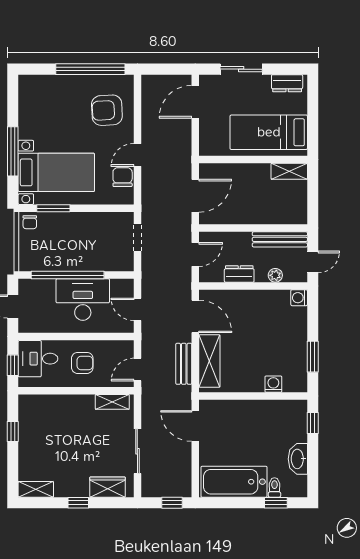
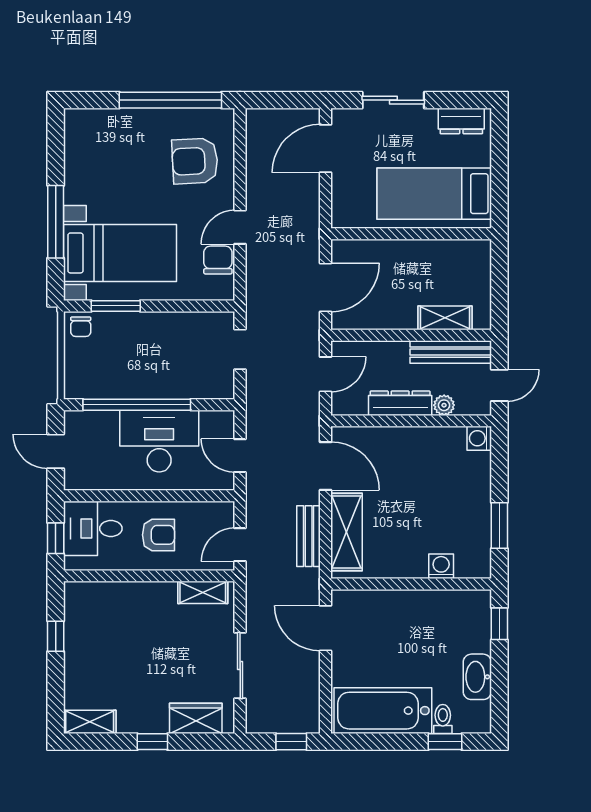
shelving: (289, 171) -> (445, 318), moved
dresser: (239, 274) -> (400, 403), width x1.44

